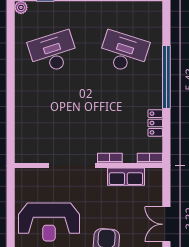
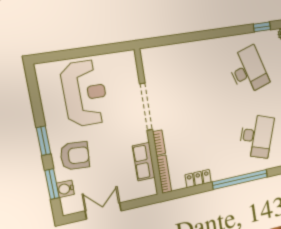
window: (11, 31) -> (262, 27), added
bookcase: (150, 158) -> (164, 174), width x1.56
reception desk: (49, 222) -> (85, 93), turned 180

